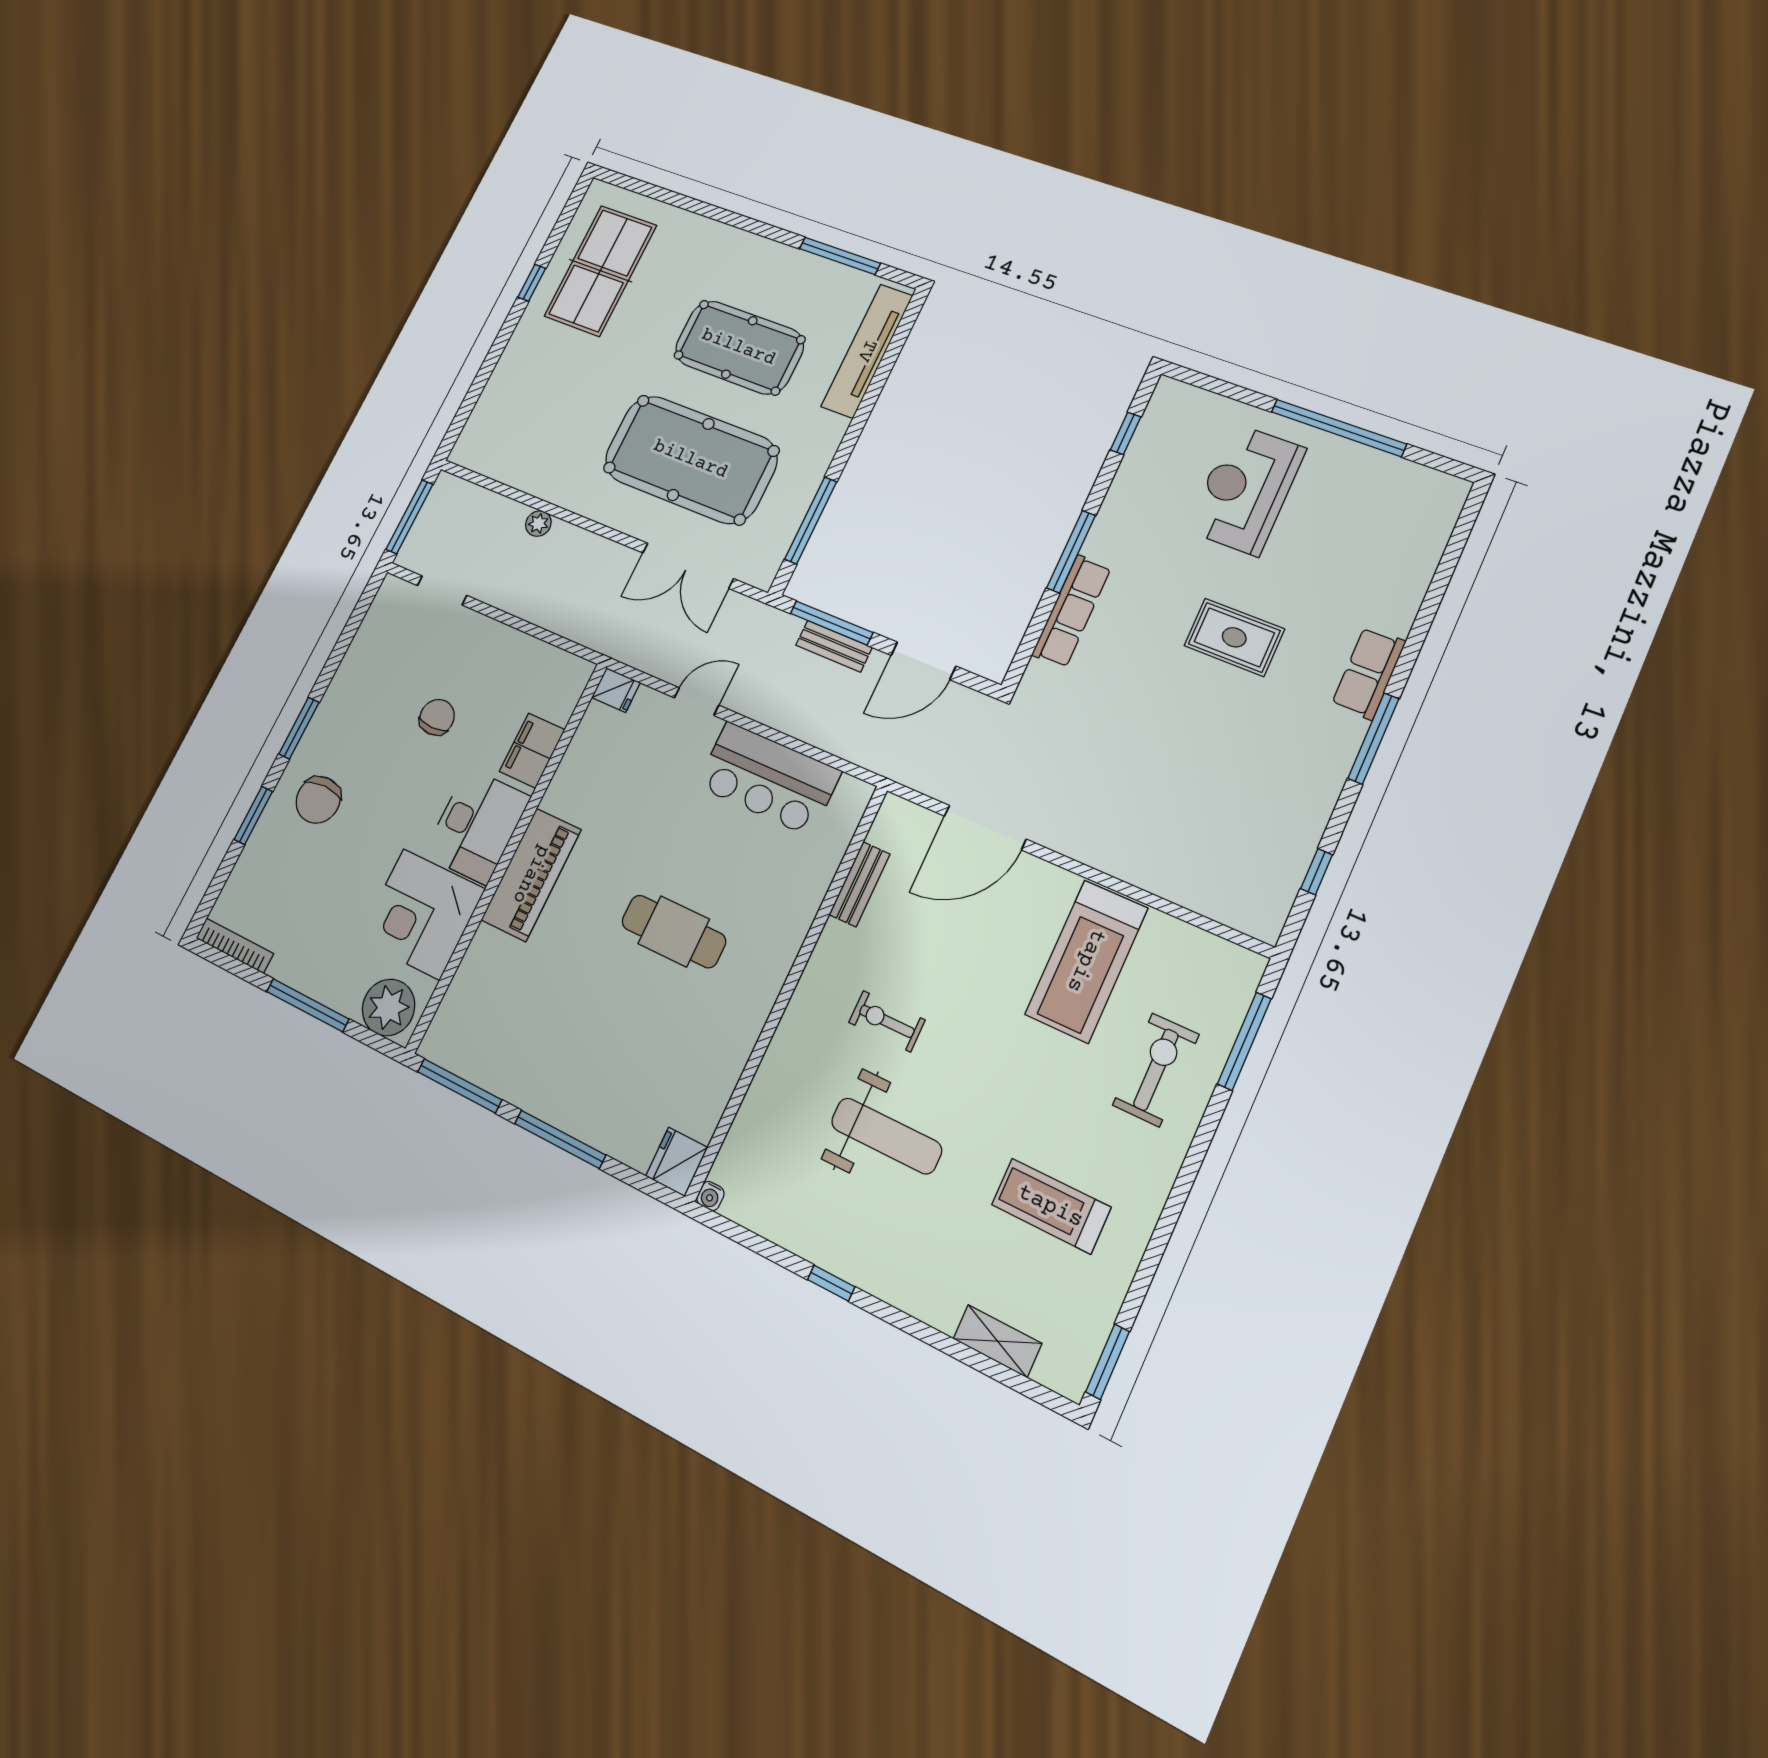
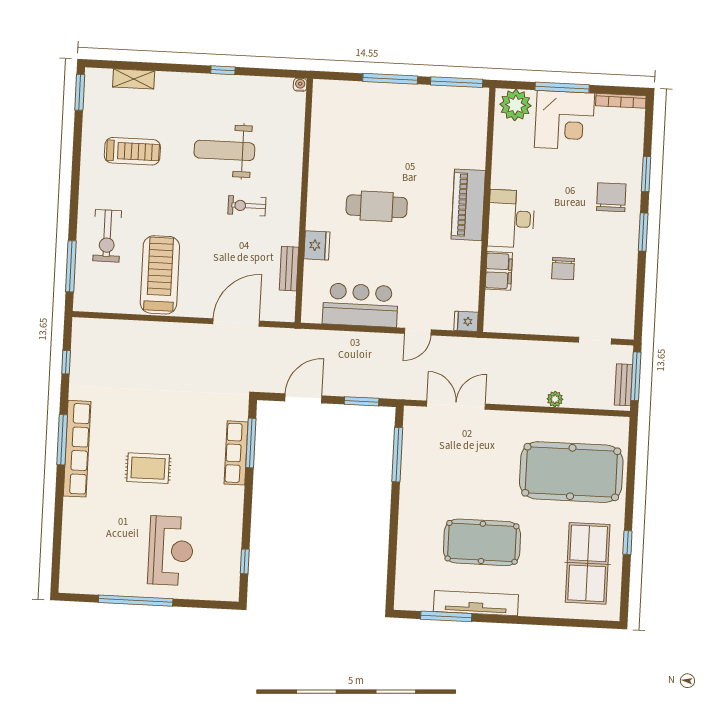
tv unit: (867, 351) -> (476, 603), moved, turned -90
pool table: (691, 459) -> (571, 472), moved
window: (1071, 552) -> (251, 443), moved
window: (832, 623) -> (362, 401), width x0.69
bench: (834, 646) -> (623, 385), moved, turned 90
row of seats: (1369, 673) -> (77, 449), width x2.02
corner desk: (421, 914) -> (564, 120), moved, turned 90
exercise bike: (887, 1021) -> (247, 206), turned 180
fridge: (677, 1162) -> (317, 245), moved

